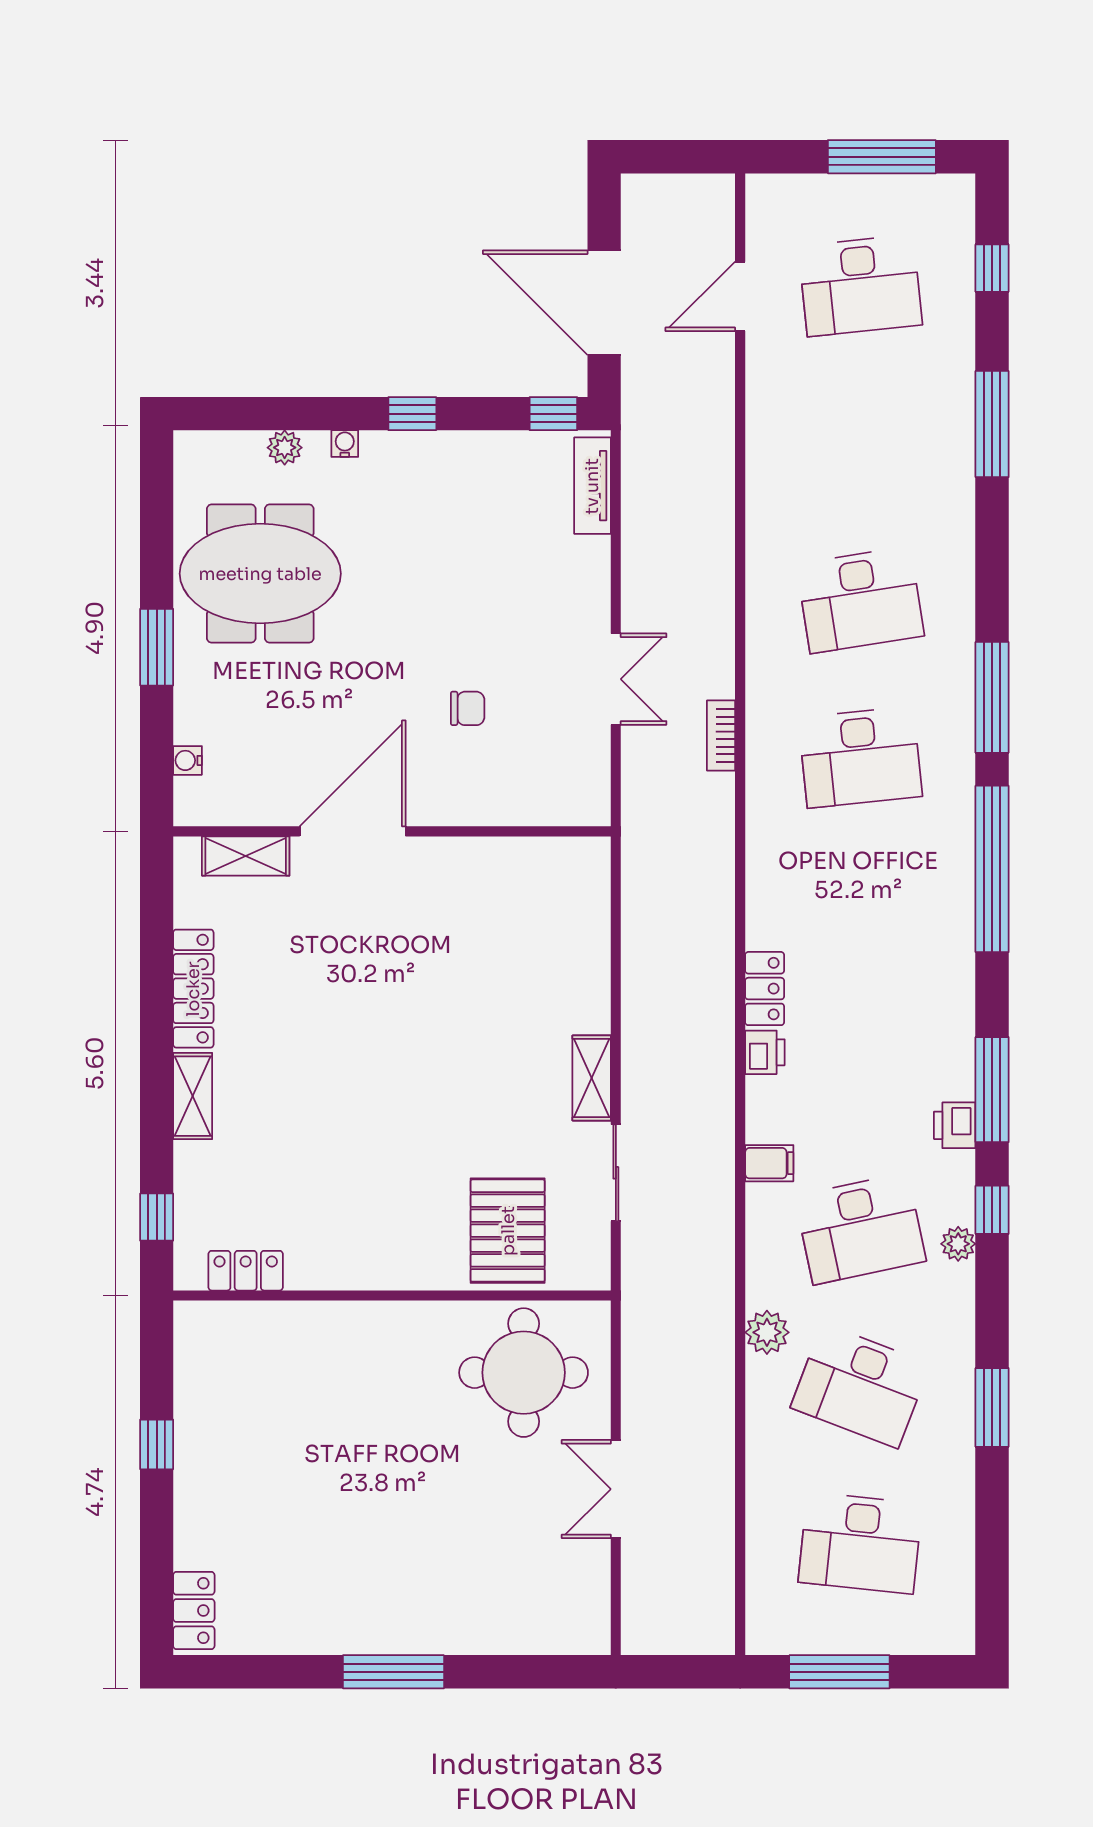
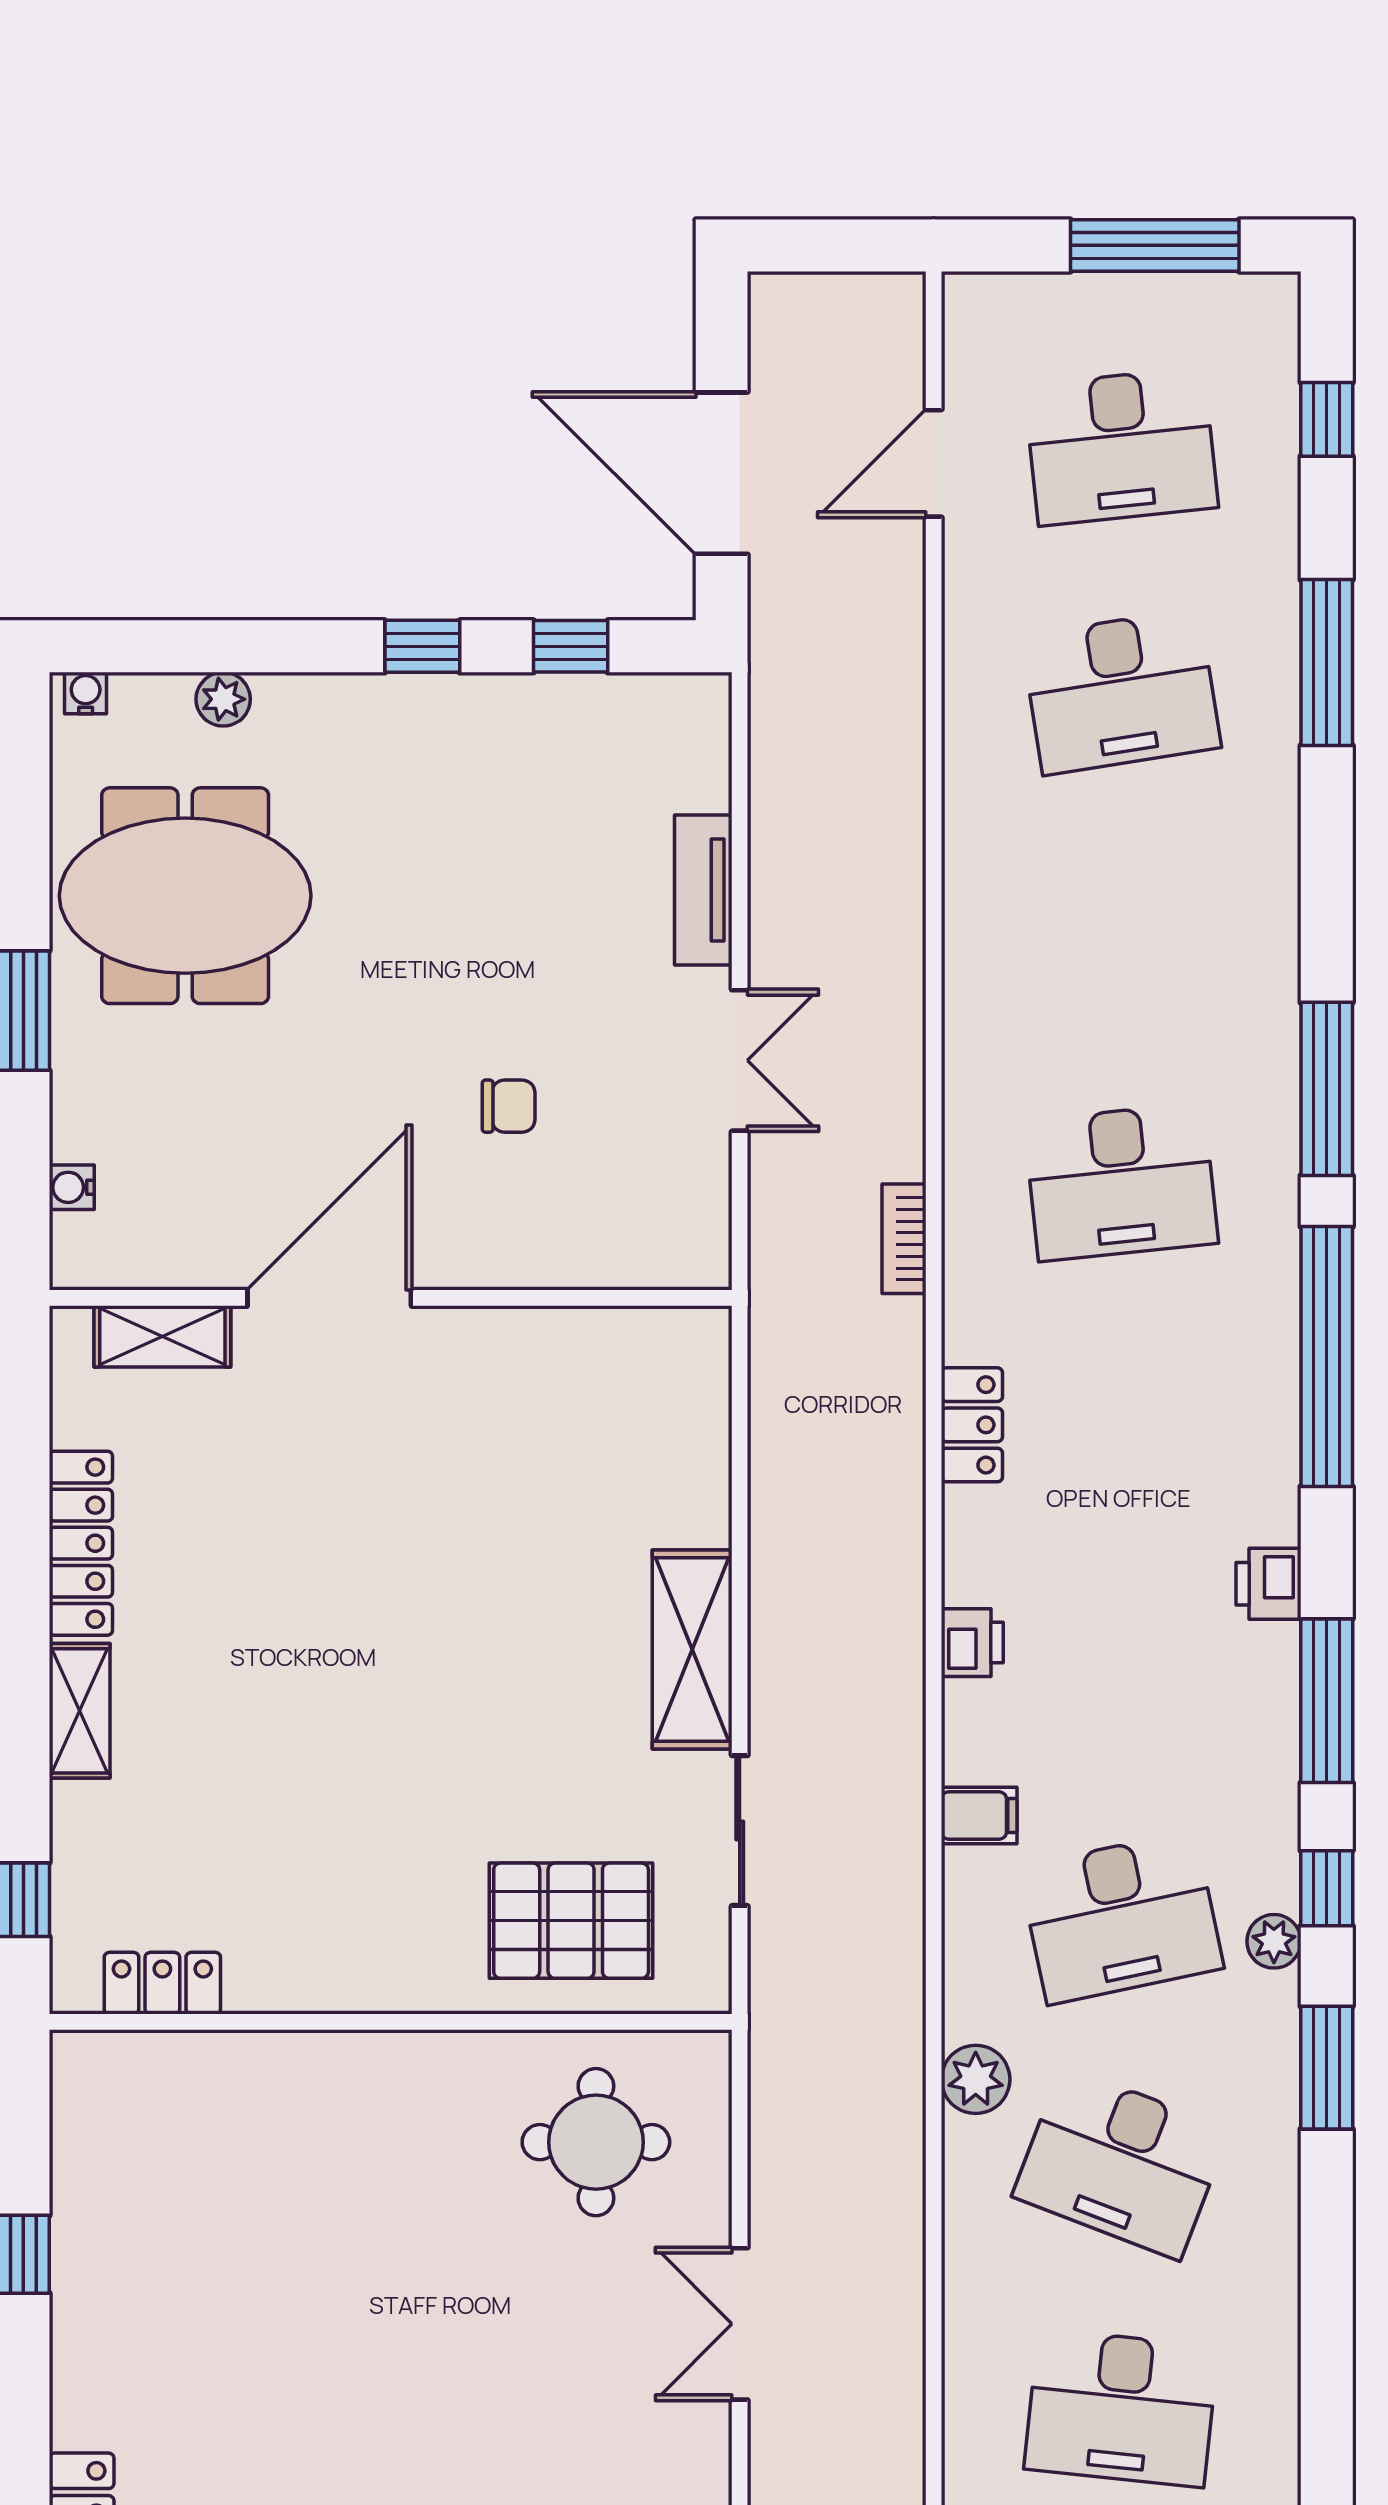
window: (553, 414) -> (571, 646), moved
water cooler: (345, 444) -> (86, 693), moved
tv unit: (592, 486) -> (703, 890), moved
desk: (860, 600) -> (1121, 692), moved
bookcase: (721, 735) -> (904, 1239), moved
locker: (765, 989) -> (972, 1425), moved
shelving: (592, 1078) -> (692, 1649), width x1.50, depth x1.33
printer: (955, 1125) -> (1268, 1584), moved
pallet: (508, 1231) -> (571, 1921), turned 90
round table: (524, 1373) -> (596, 2142), width x0.73, depth x0.73
window: (992, 1407) -> (1327, 2068), moved

